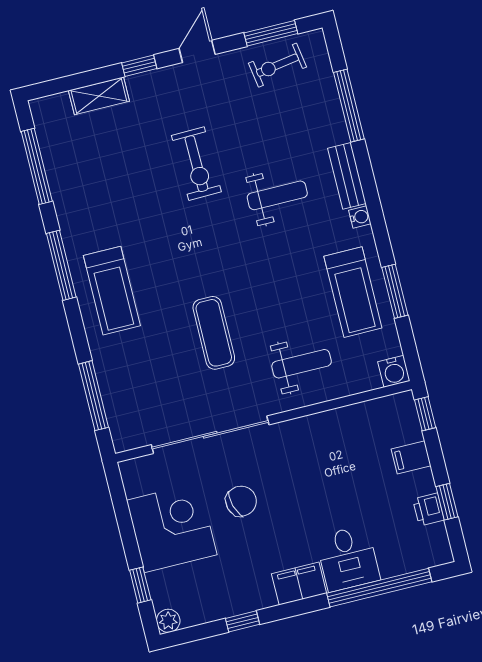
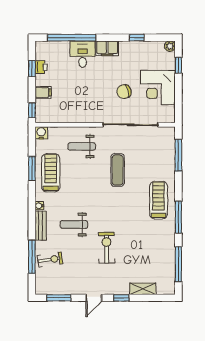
exercise bike: (277, 65) -> (50, 260), moved

